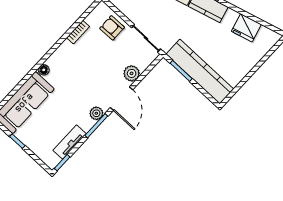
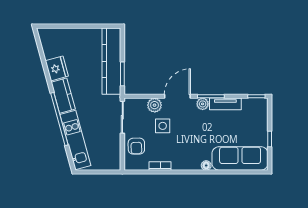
fridge: (246, 28) -> (57, 68), moved
side table: (109, 64) -> (163, 126), added
tv unit: (70, 142) -> (225, 104), moved

